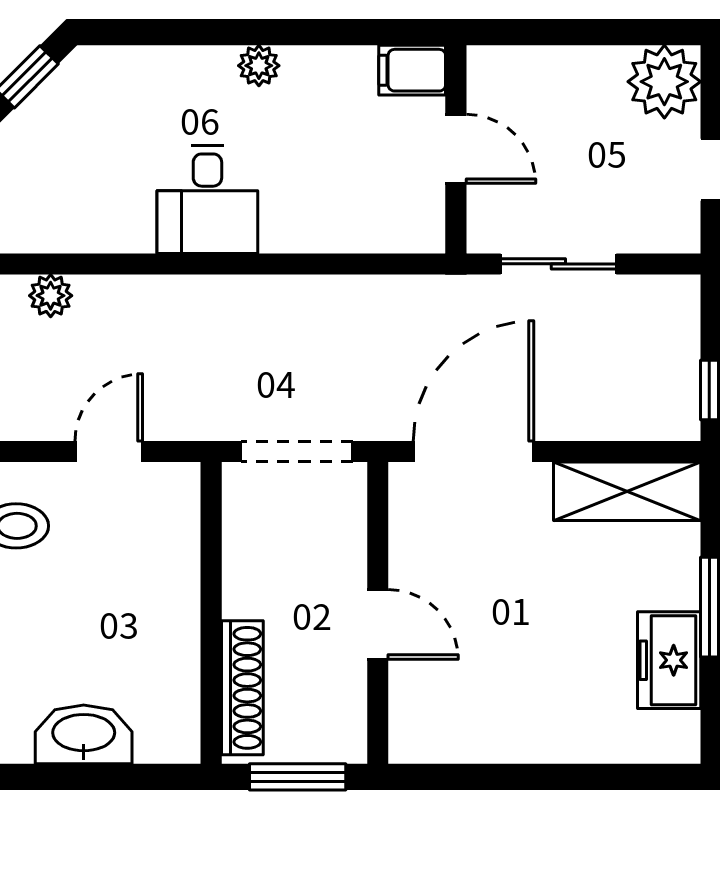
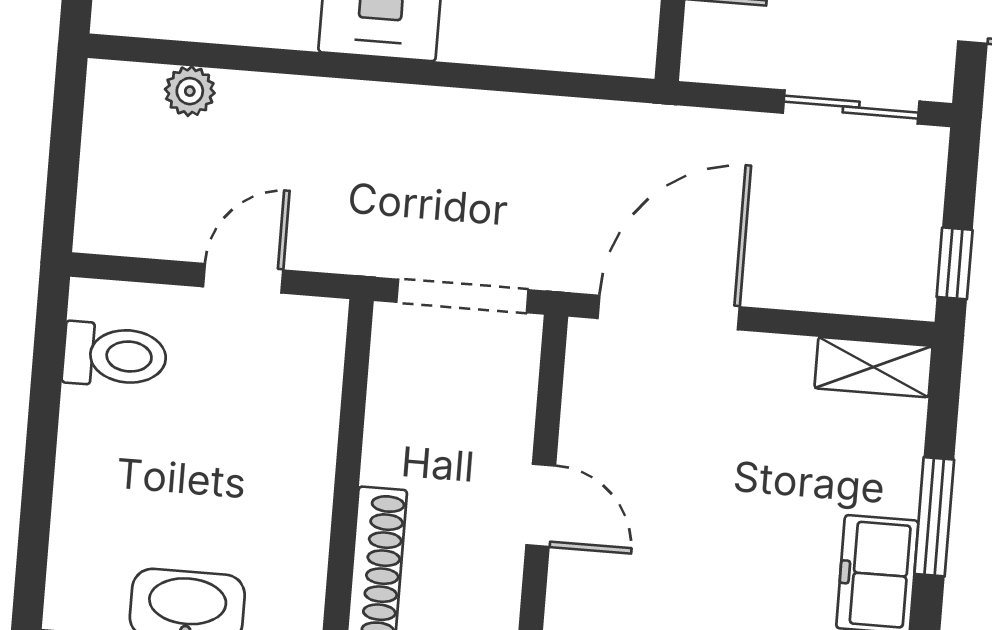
sliding door: (558, 264) -> (851, 107), moved
shelving: (627, 491) -> (873, 367), width x0.67, depth x0.75

